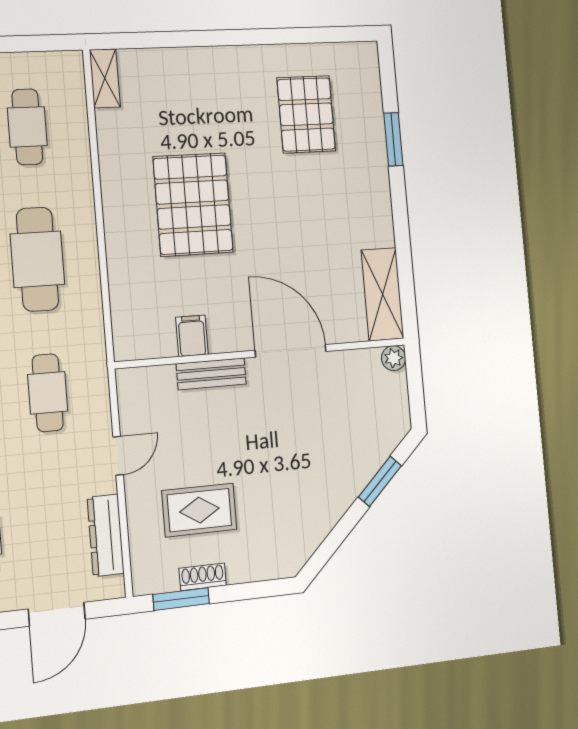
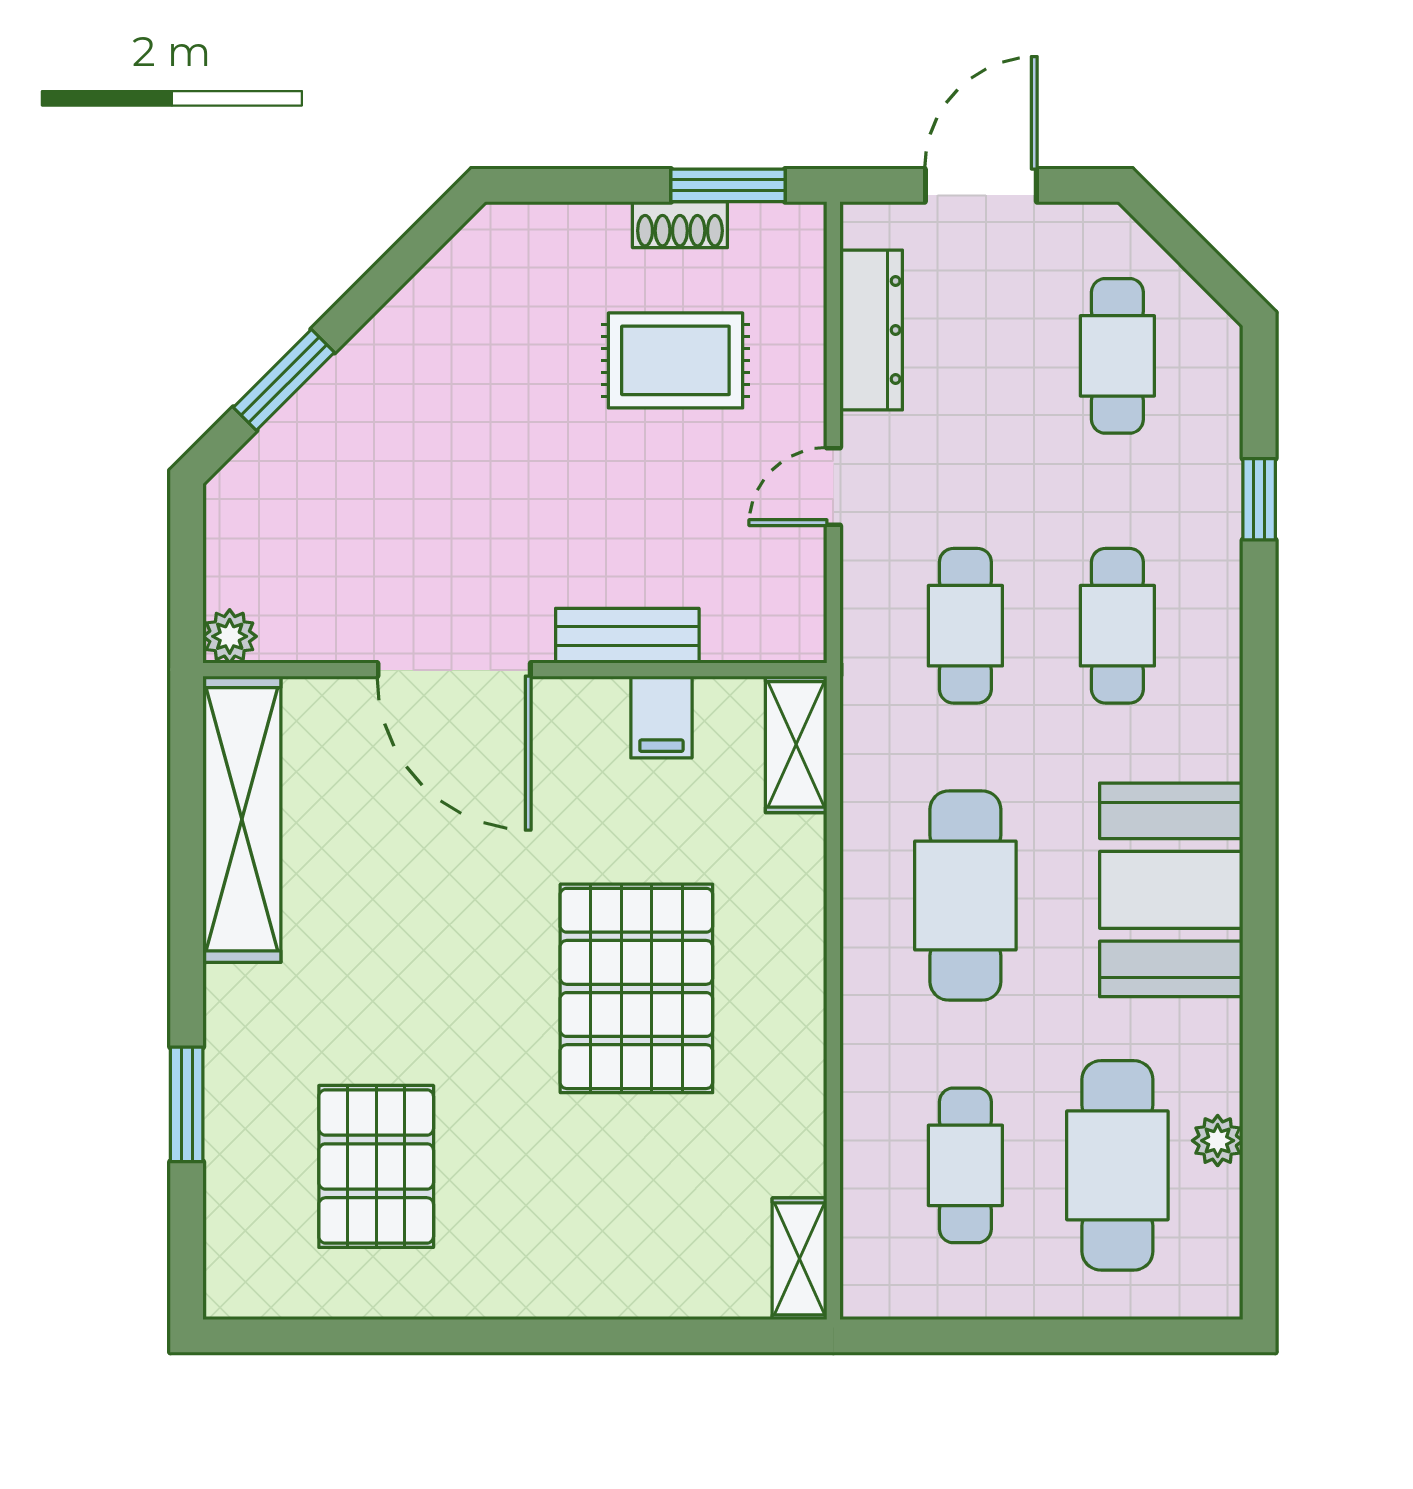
shelving: (382, 294) -> (242, 819), width x1.47
shelving: (126, 328) -> (796, 744), added

